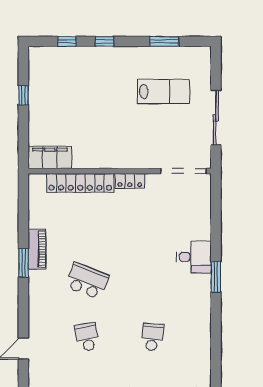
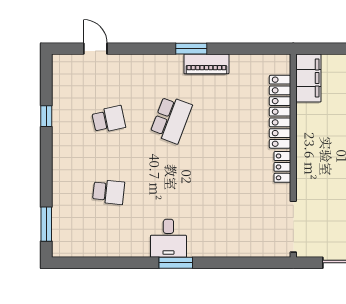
desk: (194, 257) -> (168, 238), moved

